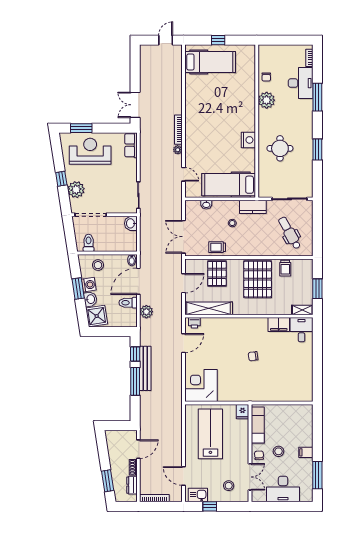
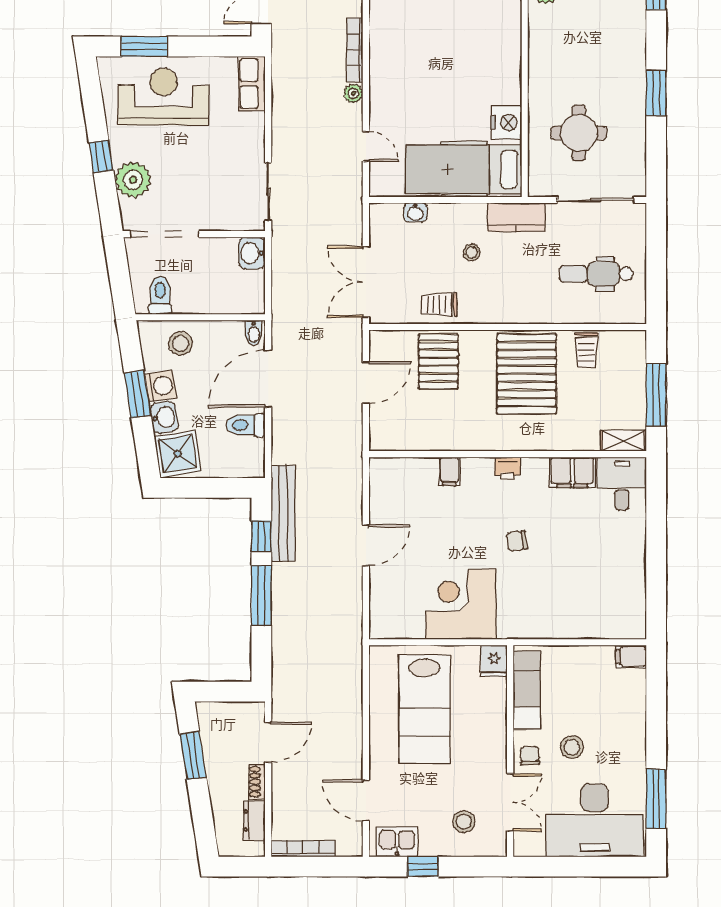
nightstand: (248, 140) -> (506, 122), moved
round table: (280, 148) -> (579, 133), moved
dental chair: (290, 233) -> (596, 274), turned -61
window: (317, 289) -> (656, 395), width x1.44
shelving: (209, 308) -> (420, 437), removed
plant: (146, 312) -> (285, 444), removed
printer: (194, 323) -> (507, 468), moved
filing cabinet: (222, 324) -> (450, 471), added
door: (183, 343) -> (366, 545), moved
bench: (145, 368) -> (283, 513), moved
corner desk: (201, 385) -> (461, 604), moved
lab bench: (210, 434) -> (424, 709), turned 180
filing cabinet: (306, 452) -> (631, 657), moved
window: (108, 481) -> (193, 756), moved
desk: (283, 489) -> (595, 820), width x1.36, depth x1.30

